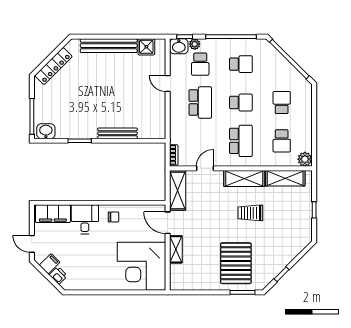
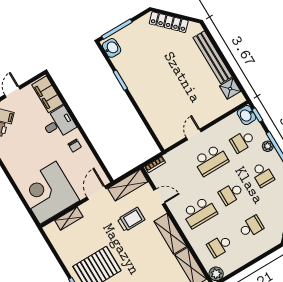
plant: (195, 44) -> (268, 146), moved
door: (168, 83) -> (194, 134), moved
school desk: (241, 103) -> (231, 194), turned 90
bench: (117, 133) -> (145, 108), removed
trolley: (250, 213) -> (131, 219), moved, turned 90
shelving: (176, 249) -> (69, 219), moved

